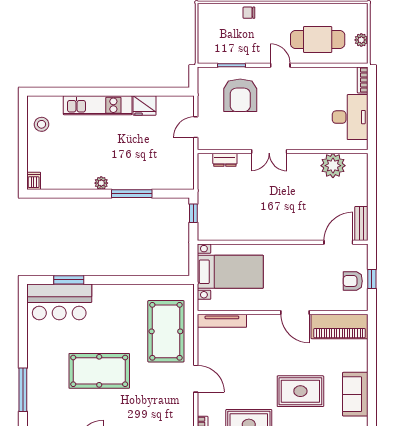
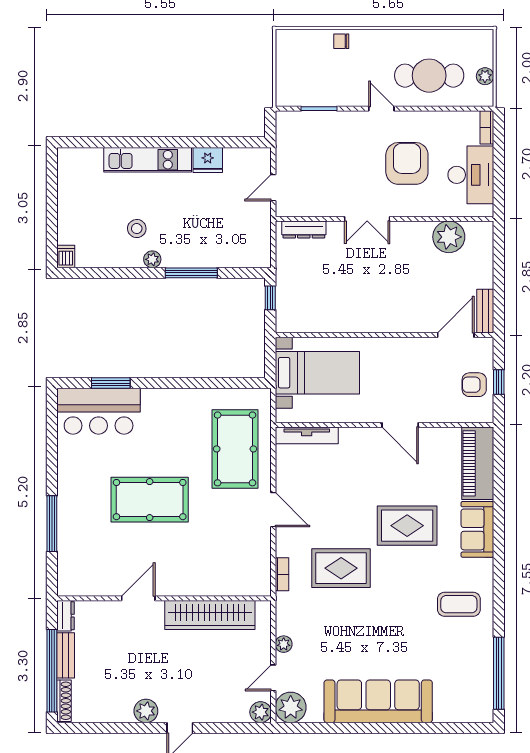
armchair: (240, 95) -> (407, 163), moved, turned 180
stool: (42, 124) -> (137, 229), moved
dresser: (225, 160) -> (304, 229), width x1.44
piano: (340, 326) -> (478, 463), moved, turned 90

